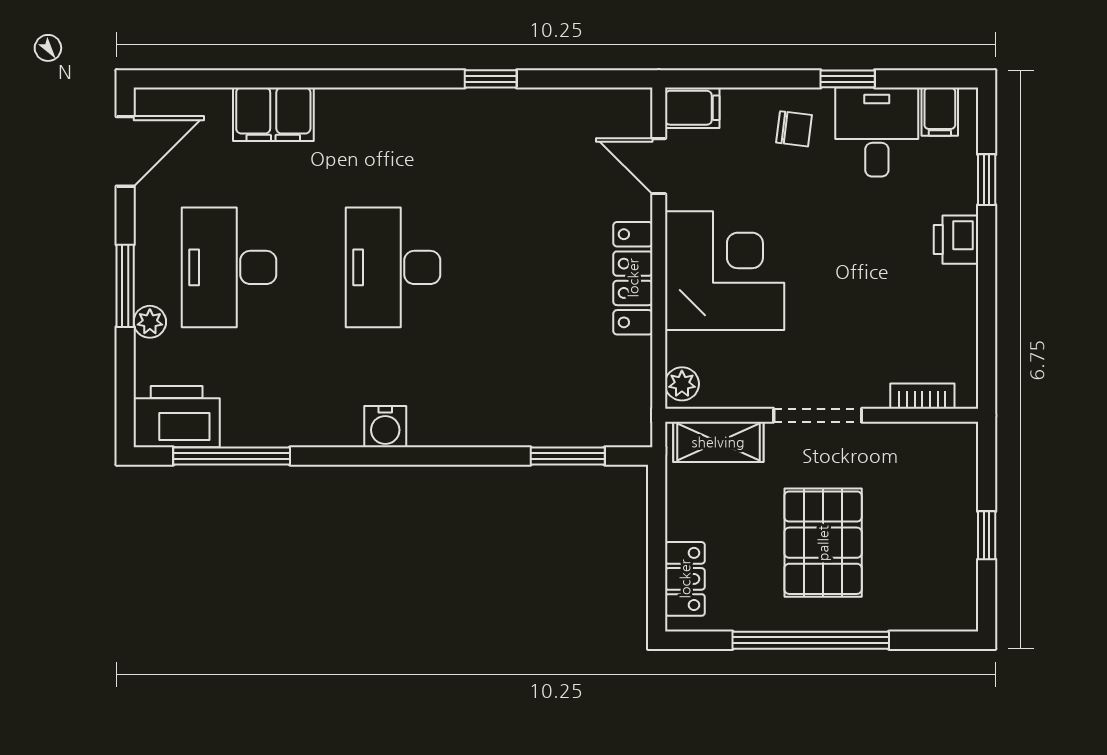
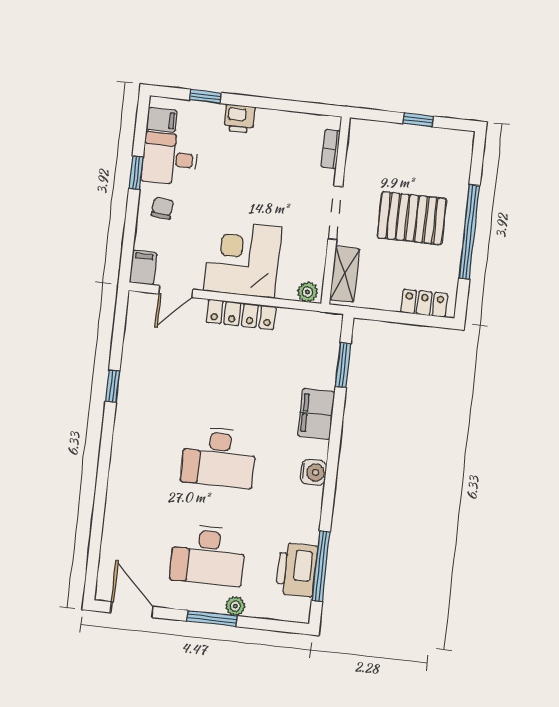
filing cabinet: (273, 114) -> (316, 414), moved, turned 180
printer: (177, 417) -> (297, 570), moved

